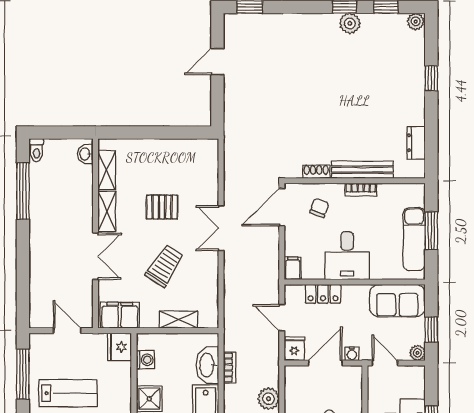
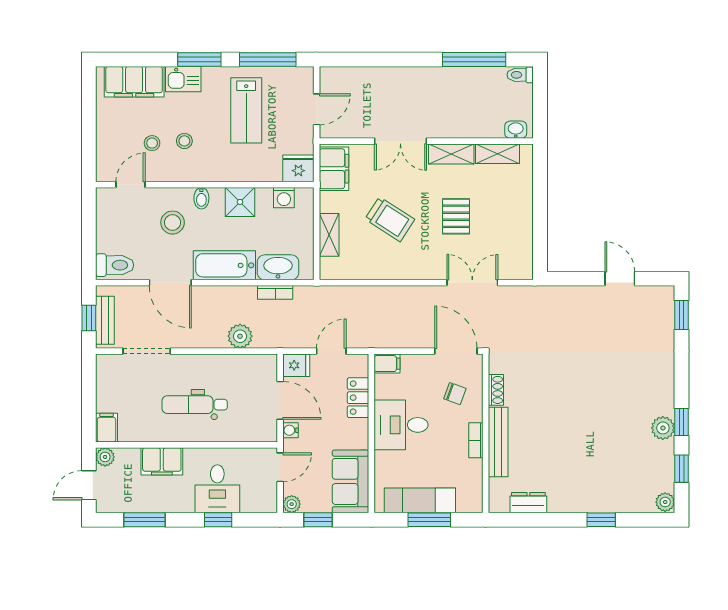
double door: (221, 228) -> (472, 283), moved

